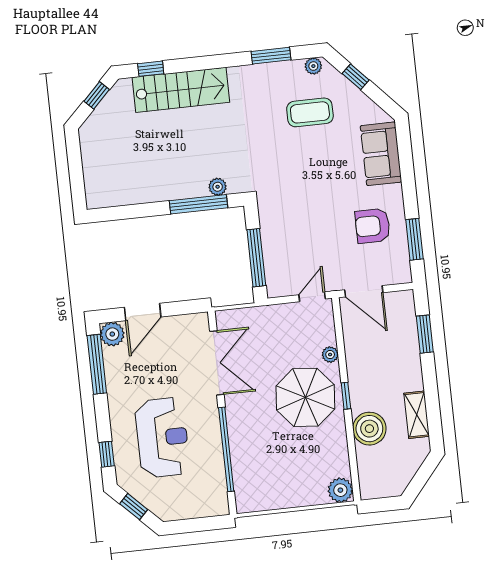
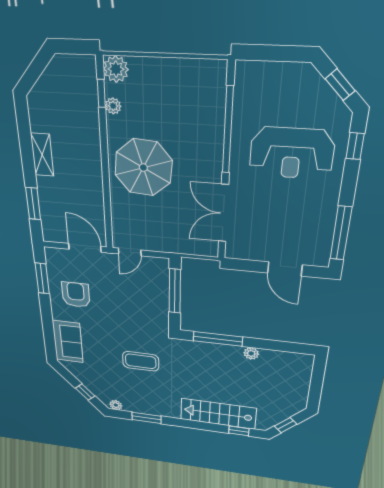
coffee table: (310, 112) -> (141, 361), moved
plant: (218, 187) -> (251, 353), moved
armchair: (373, 226) -> (76, 295), turned -90
door: (143, 312) -> (285, 269), swing flipped
plant: (112, 334) -> (318, 256), removed
plant: (330, 355) -> (113, 106), moved
window: (346, 396) -> (101, 93), moved
shelving: (417, 415) -> (42, 155), moved
boiler: (369, 429) -> (84, 128), removed
reception desk: (162, 438) -> (292, 153), turned -90

